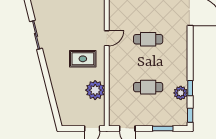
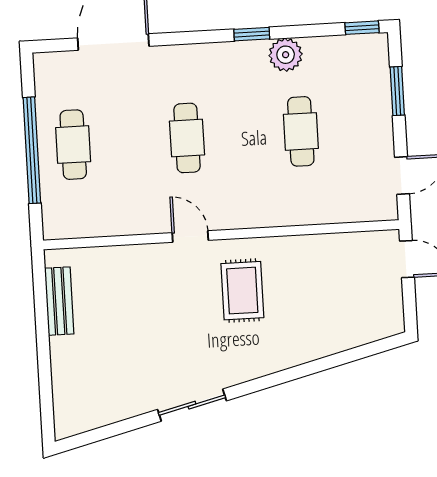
window: (190, 88) -> (252, 34), moved
plant: (95, 90) -> (315, 257), removed
plant: (181, 93) -> (286, 55), moved

